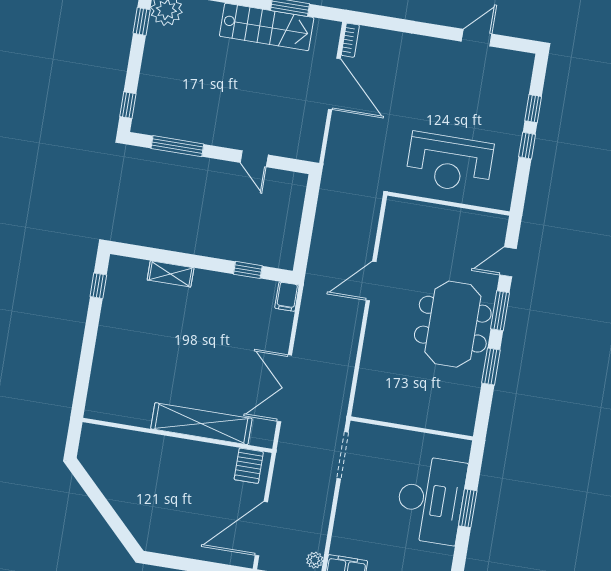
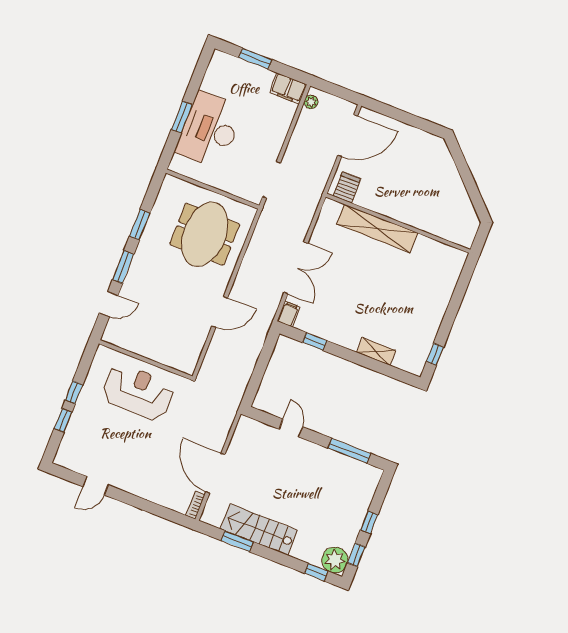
window: (128, 105) -> (369, 522), moved
meeting table: (453, 324) -> (205, 234), moved
double door: (284, 388) -> (296, 268), moved

